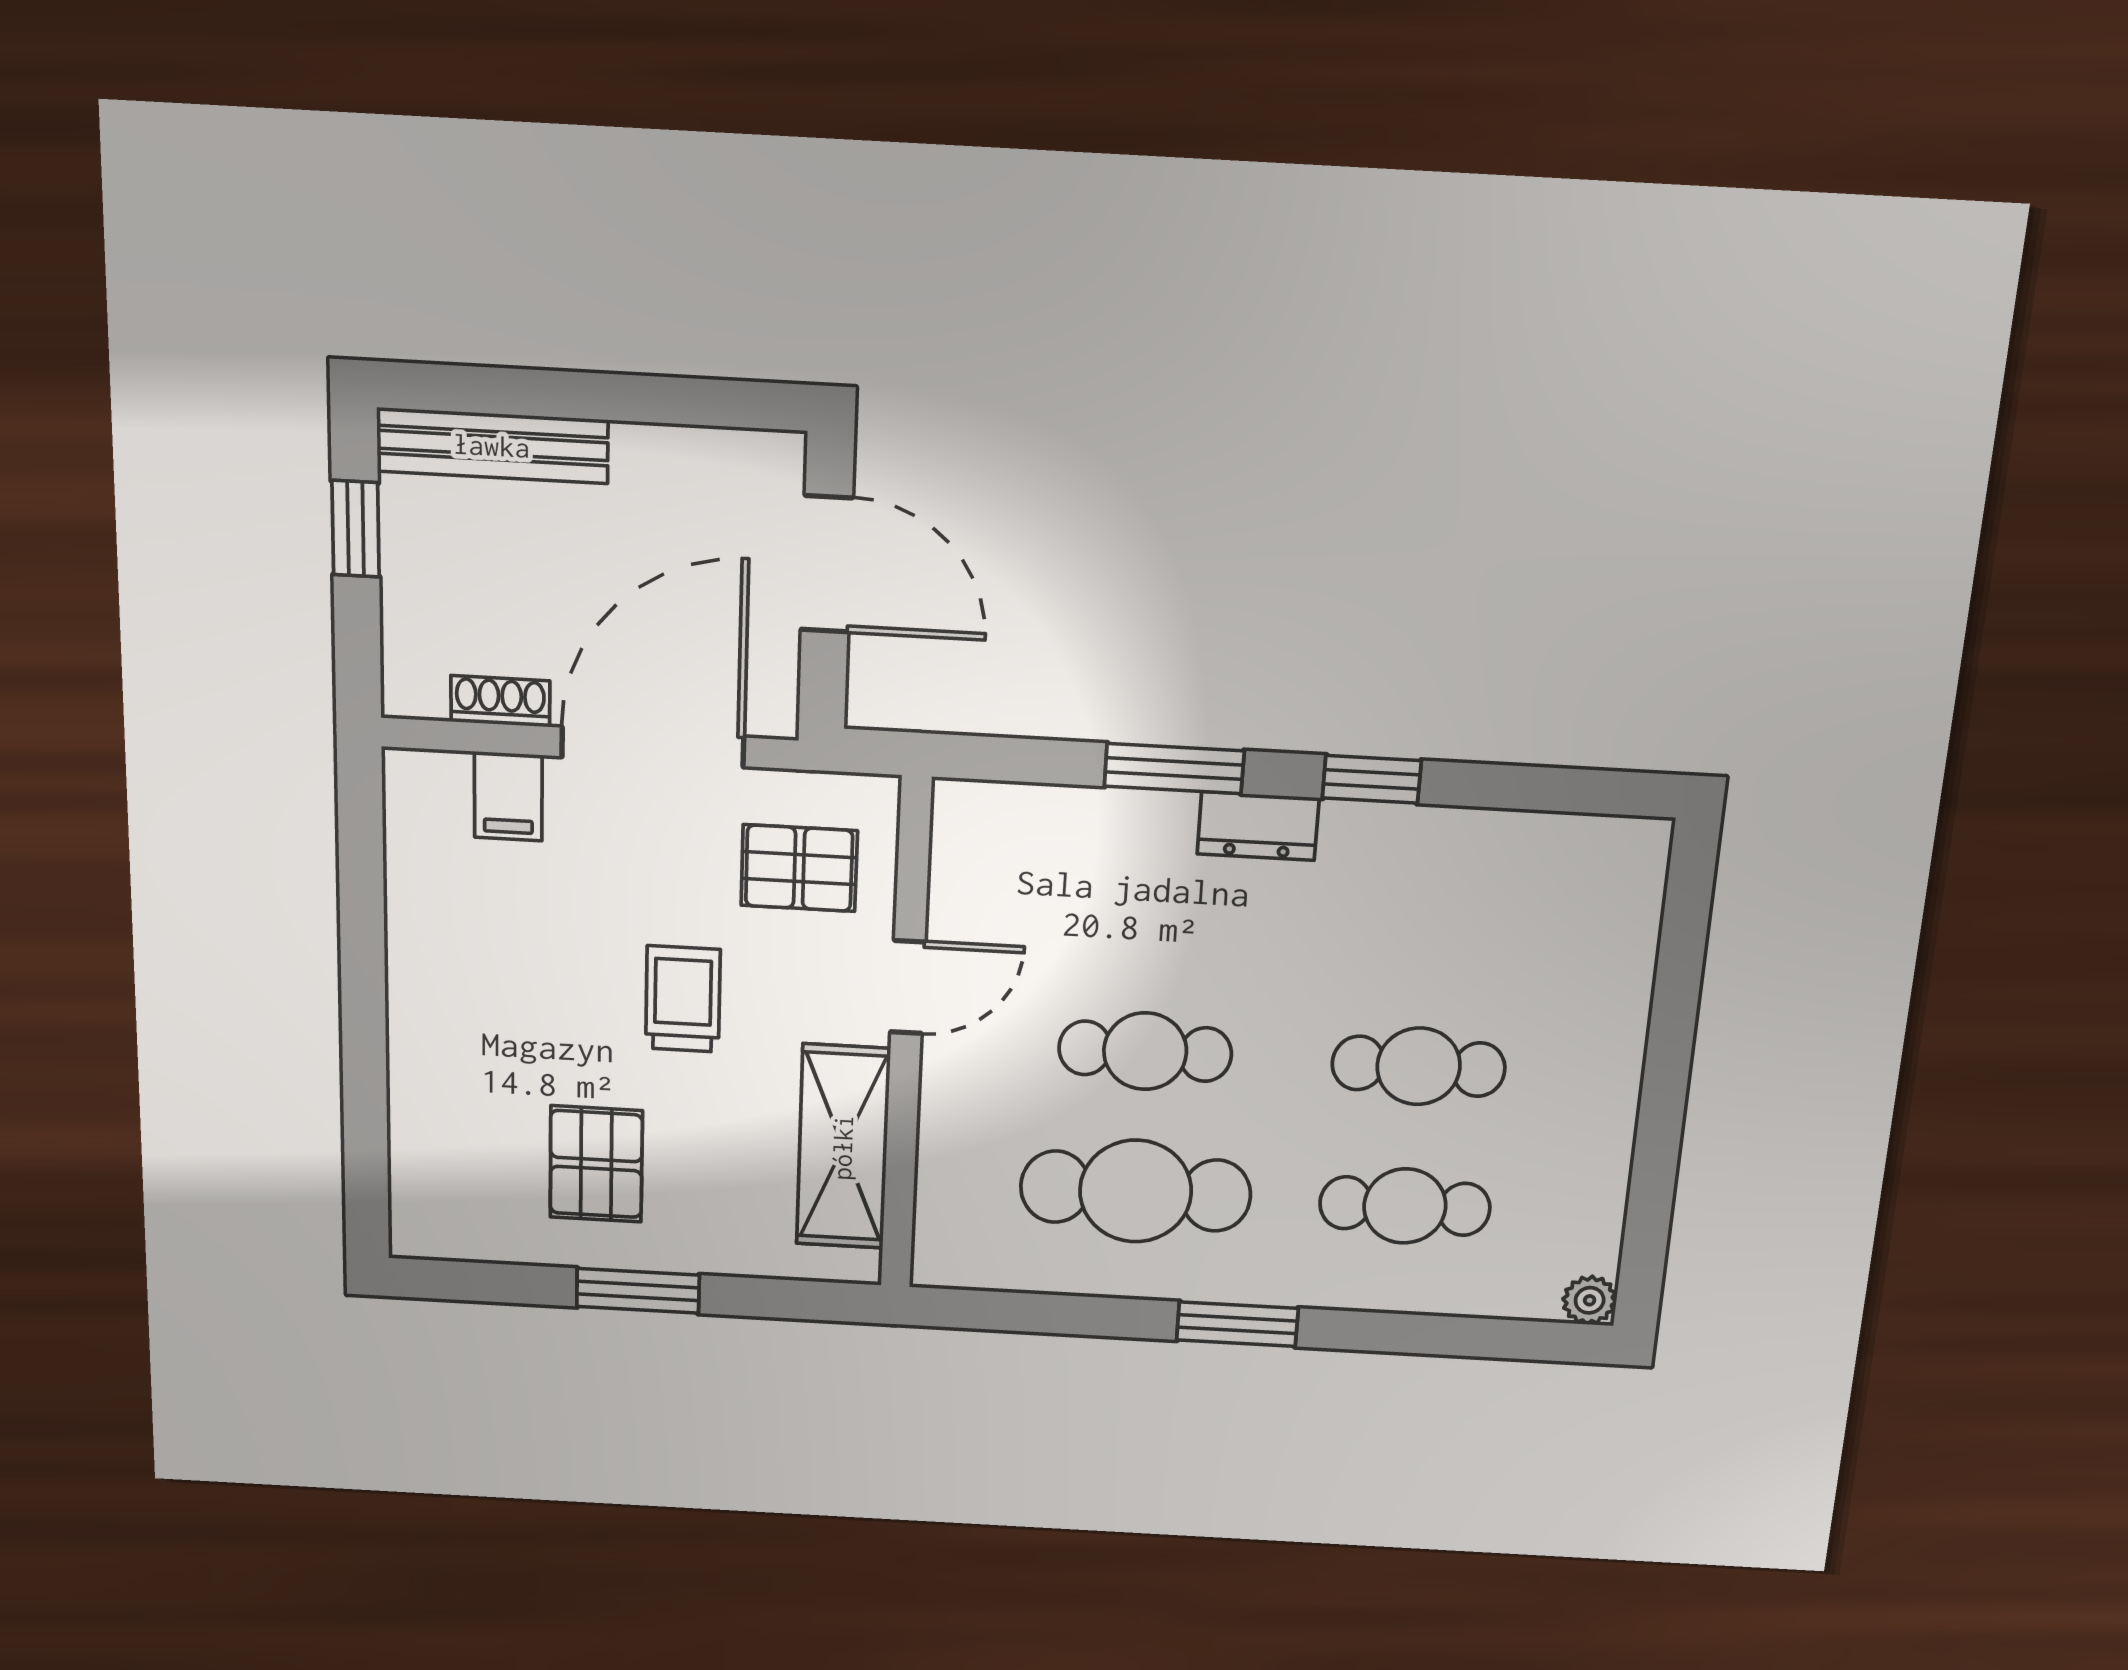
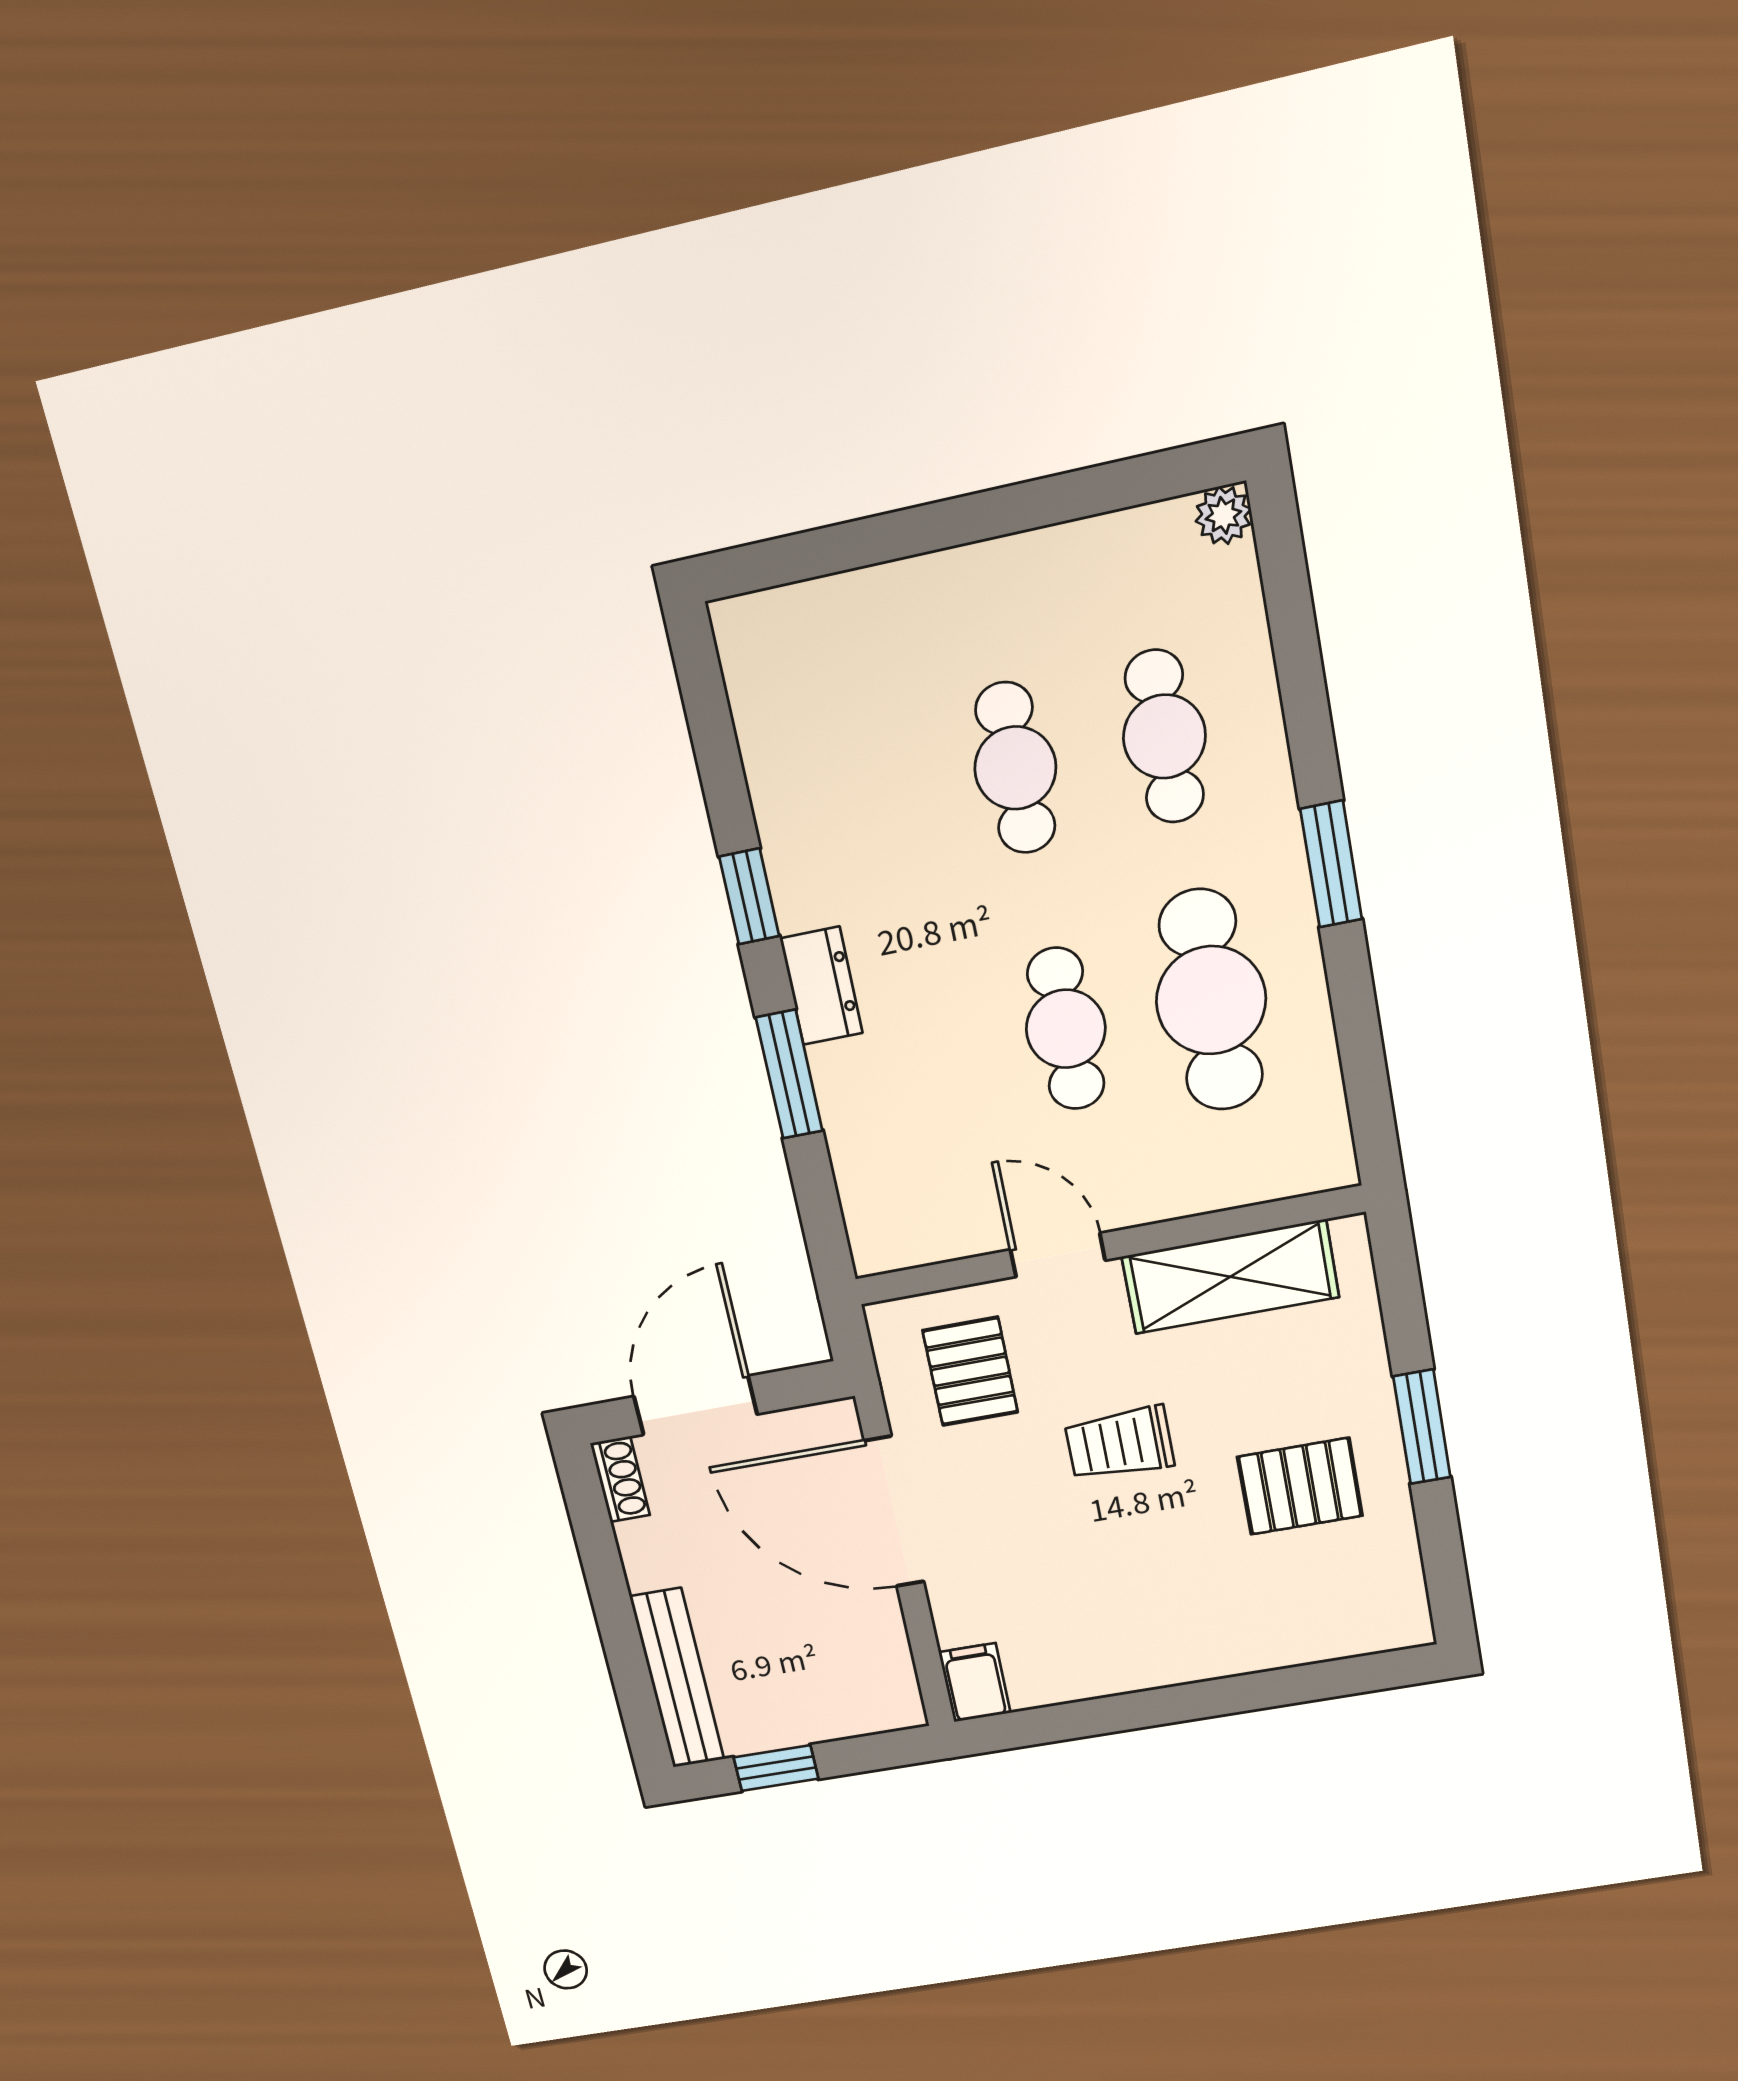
shoe rack: (500, 701) -> (620, 1479), moved, turned 180
filing cabinet: (508, 796) -> (975, 1683), moved, turned -90

